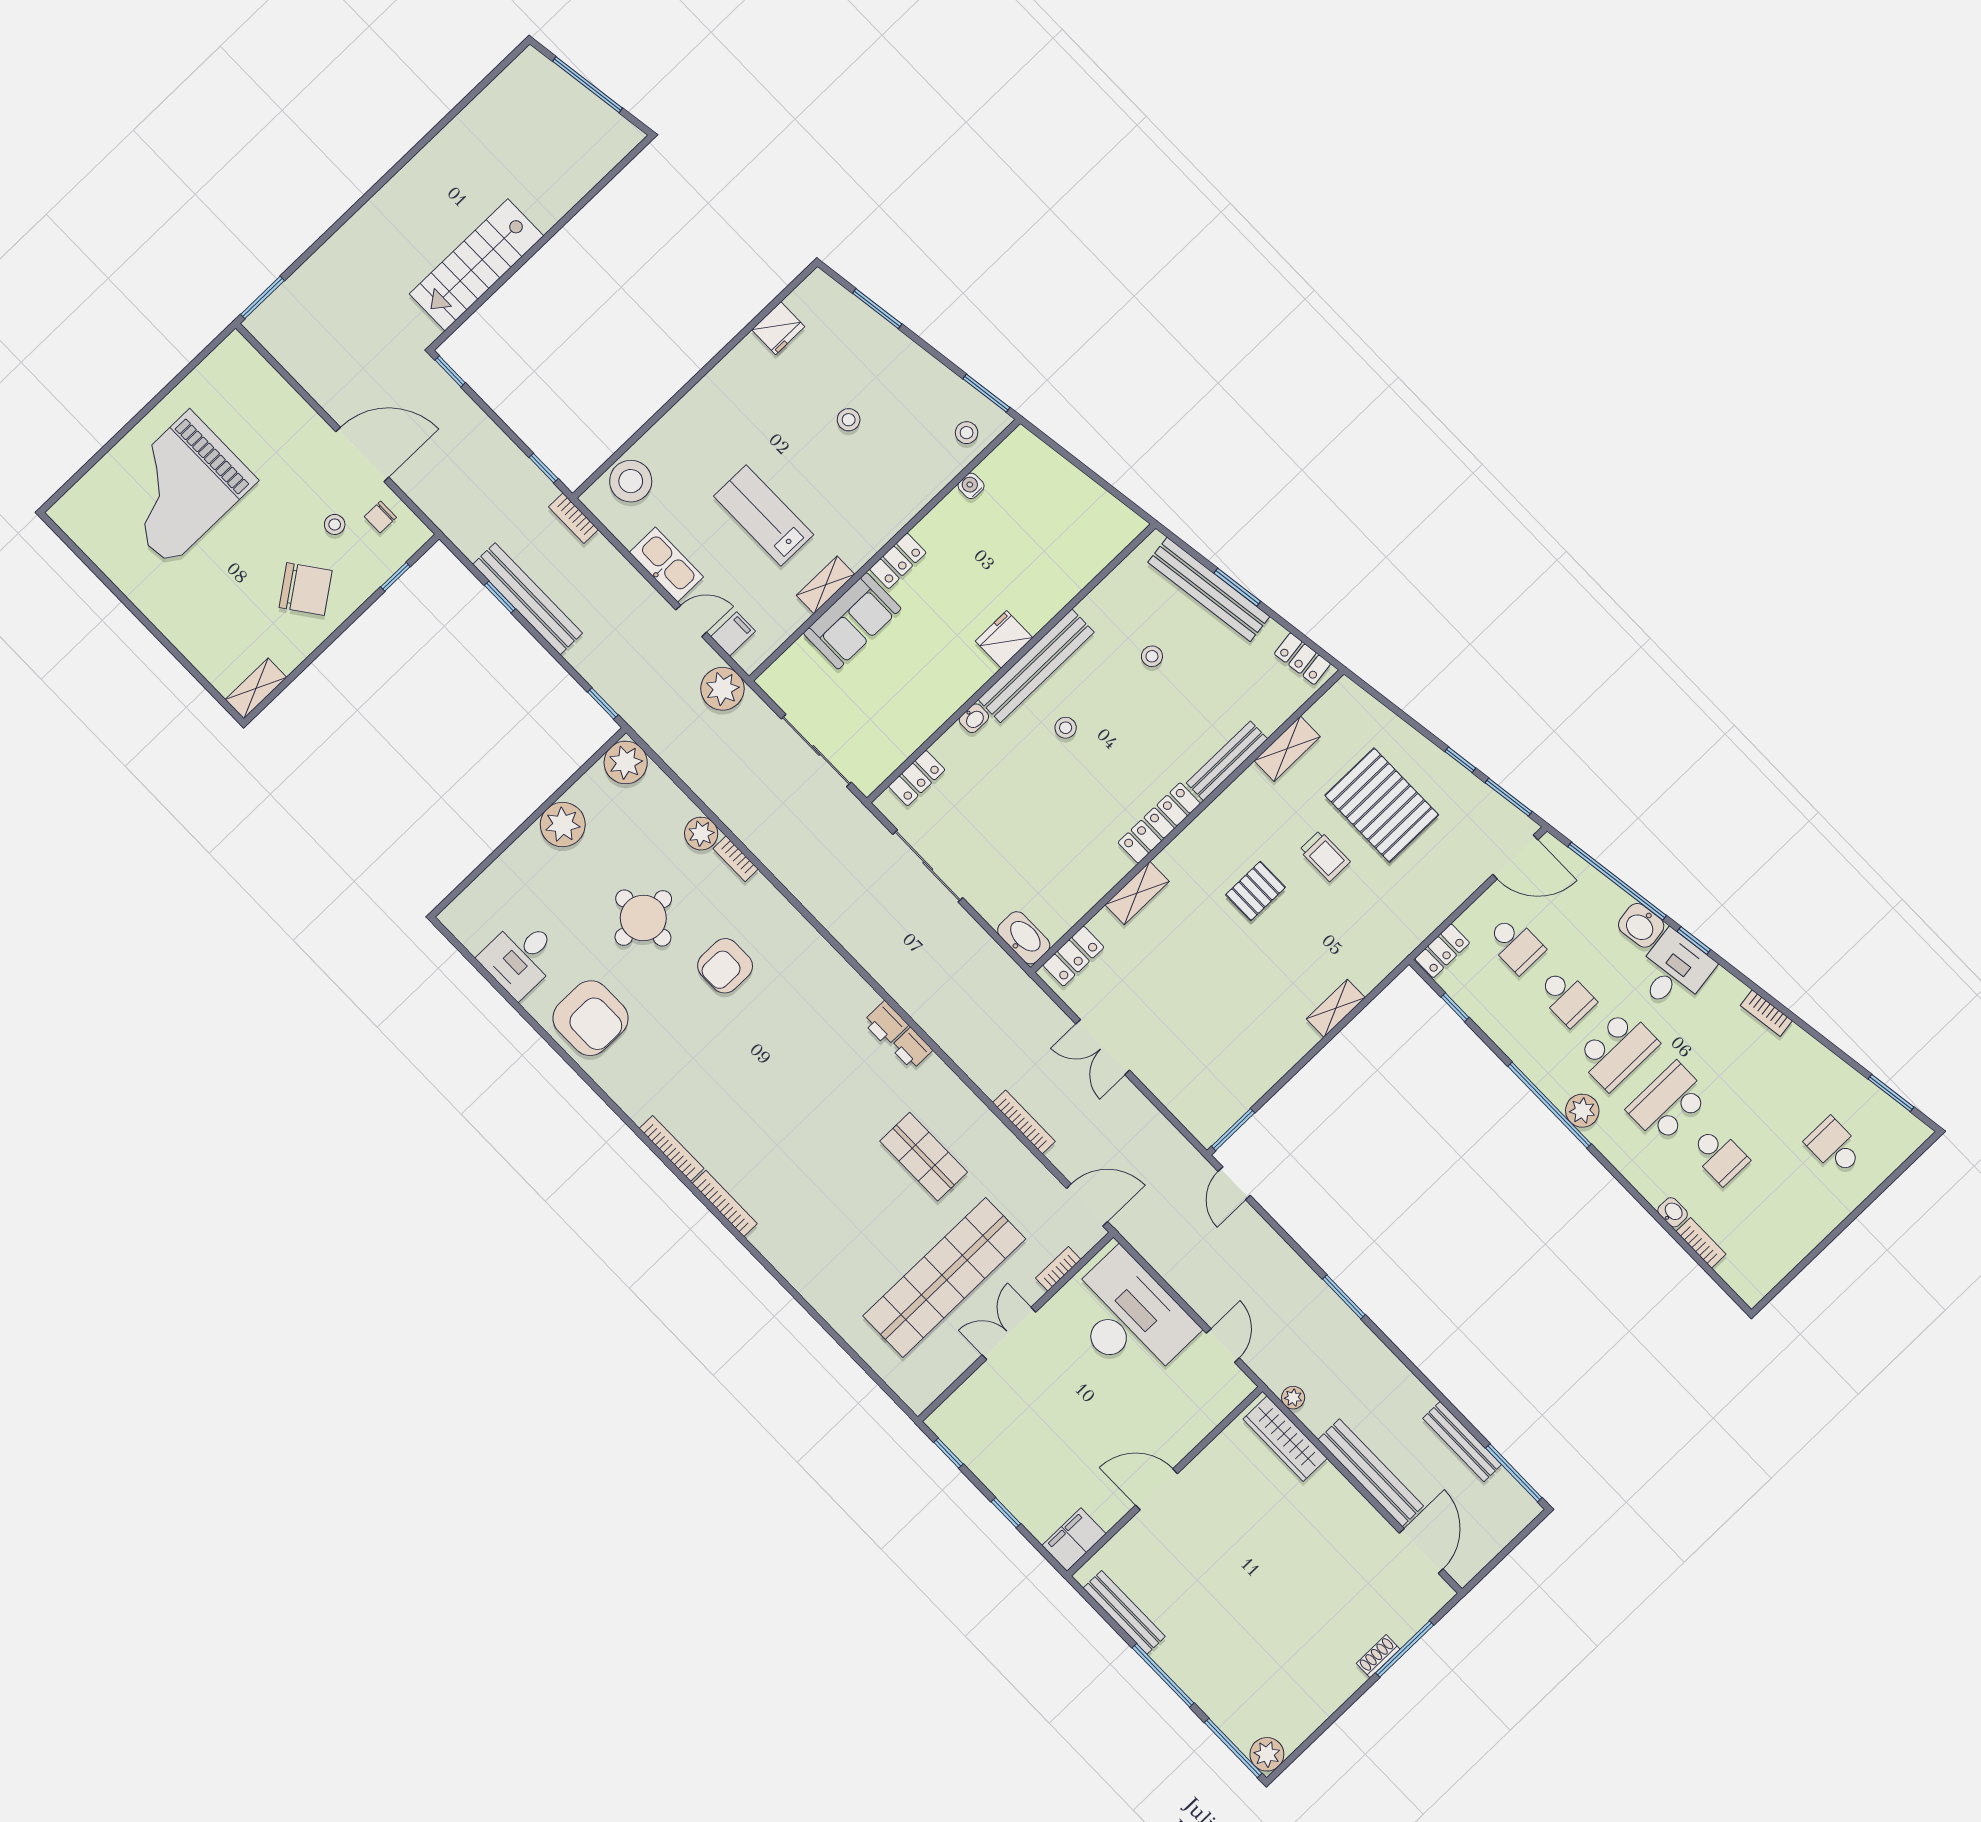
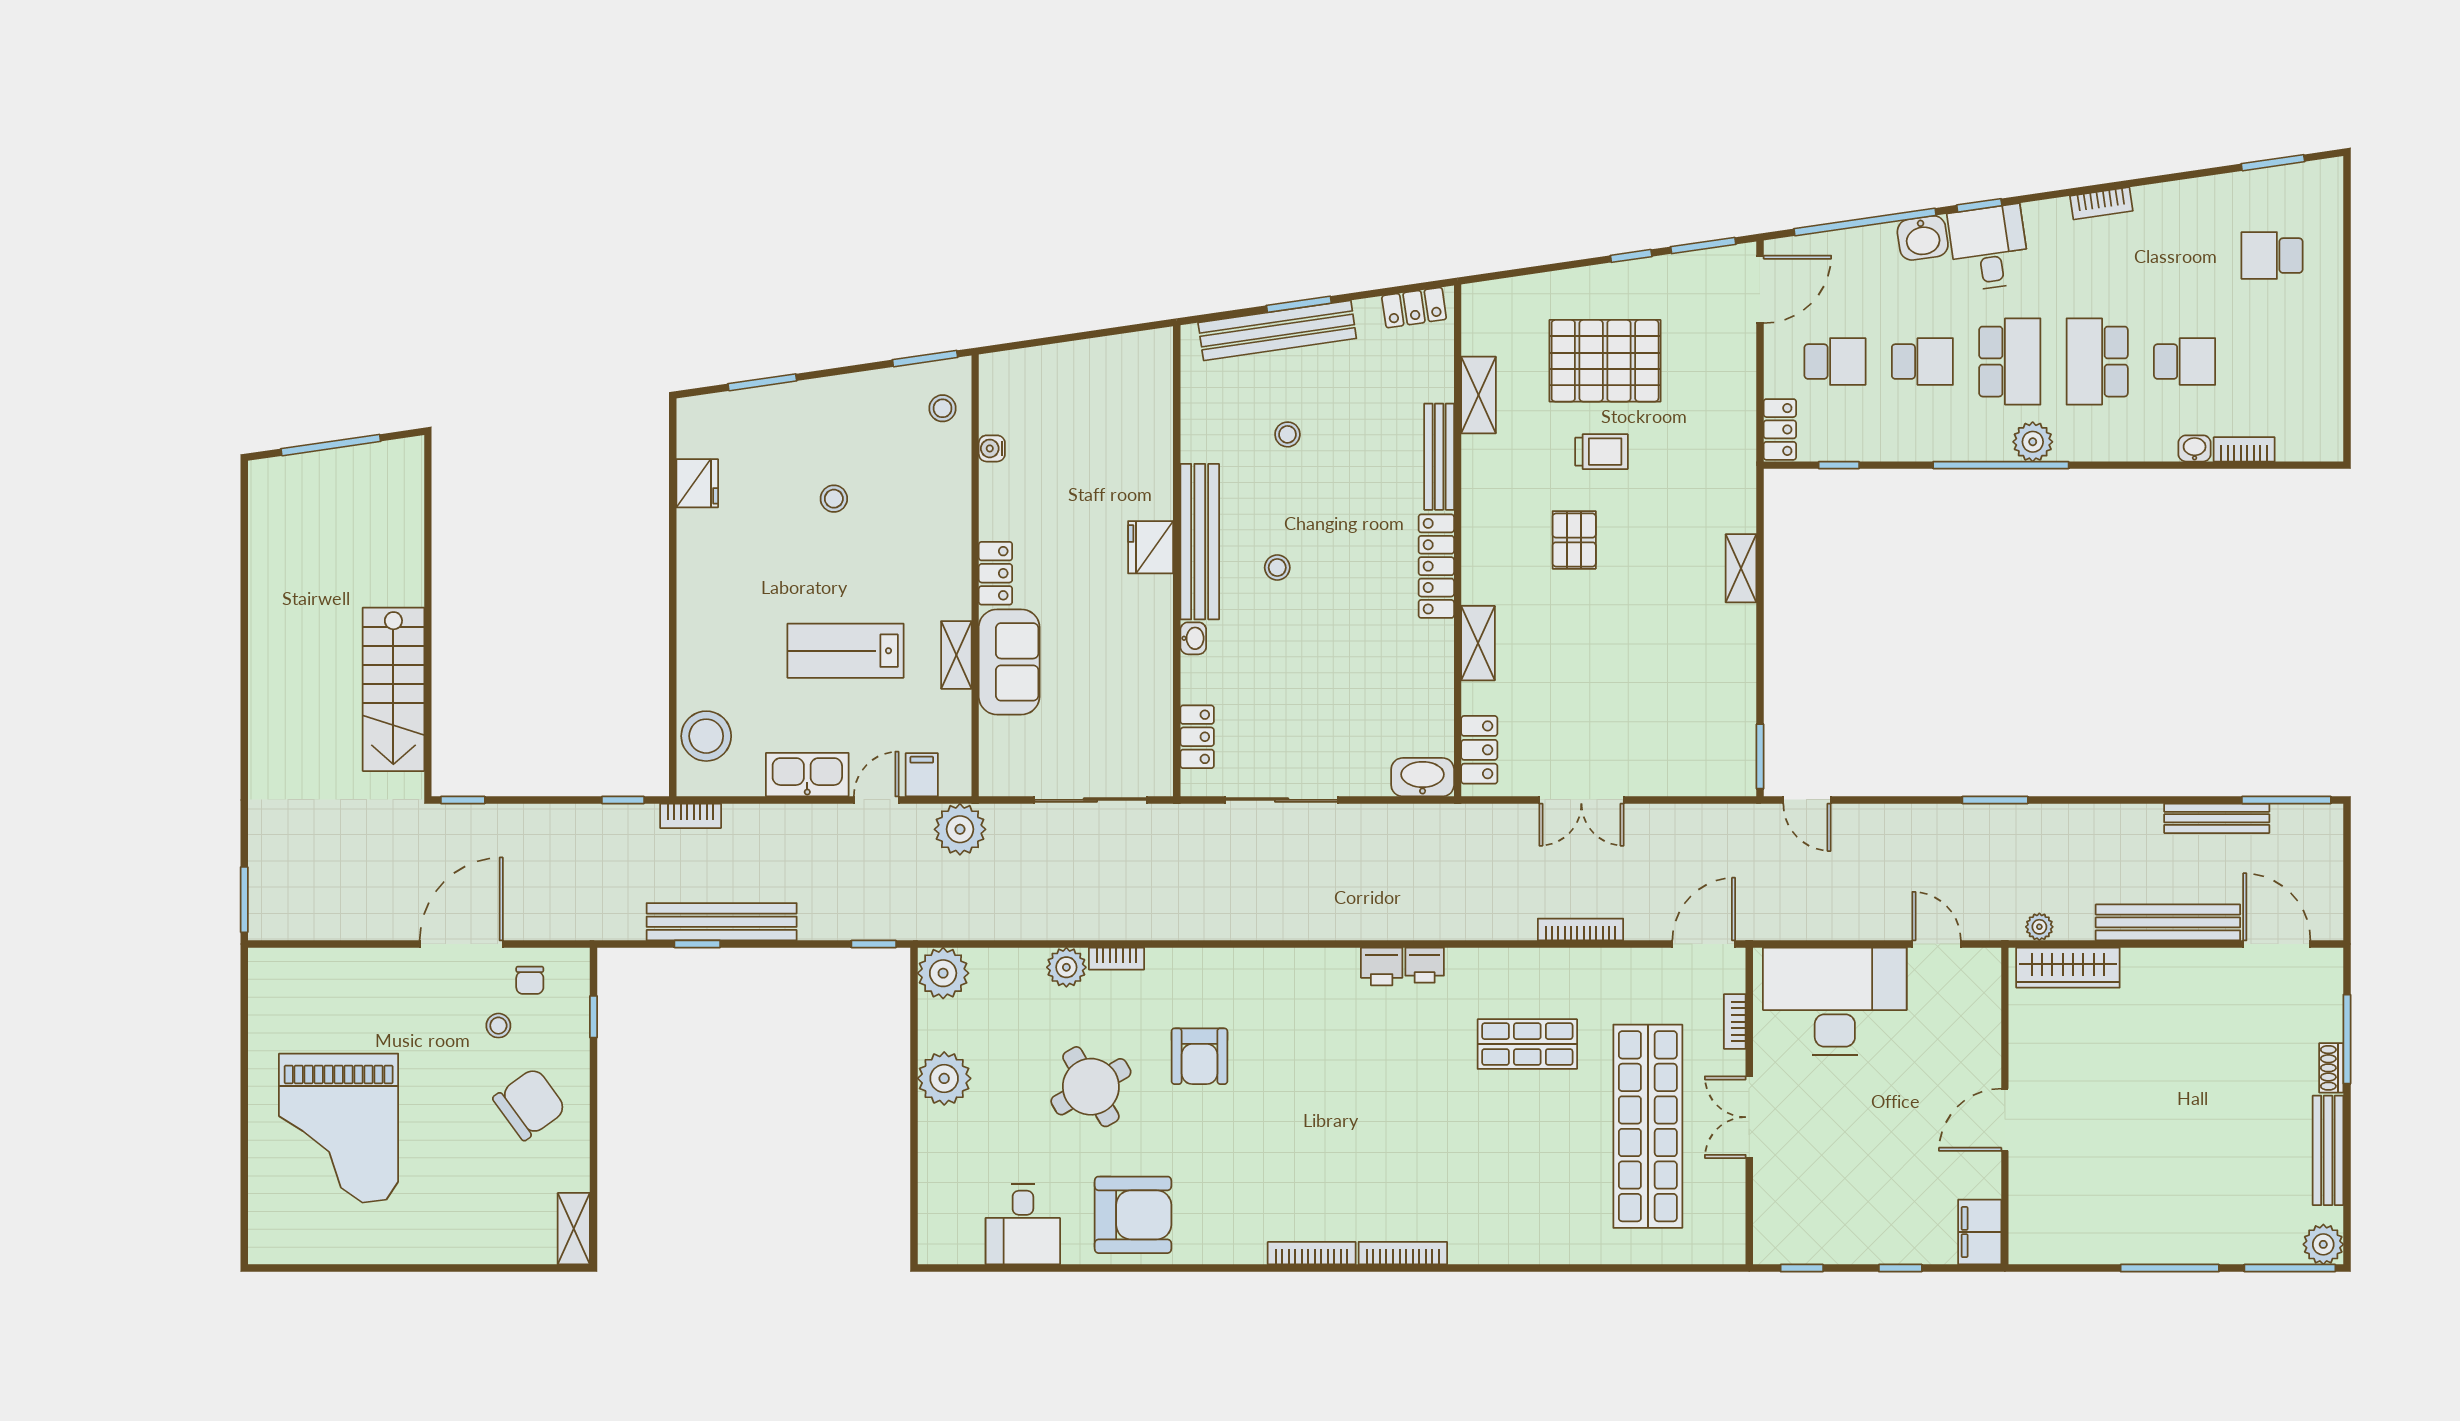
round table: (643, 918) -> (1091, 1087), turned -30
bench: (1124, 1612) -> (2328, 1150), moved, turned 90

